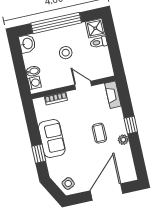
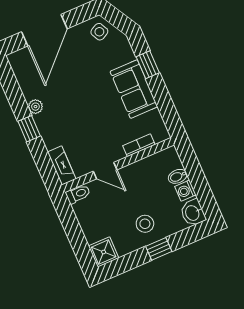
window: (56, 23) -> (159, 249), width x0.32
toilet: (99, 42) -> (78, 194), moved
stool: (66, 53) -> (145, 224), moved
washing machine: (34, 83) -> (185, 191), moved
coffee table: (99, 133) -> (70, 109), removed

